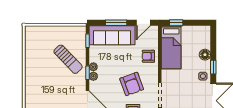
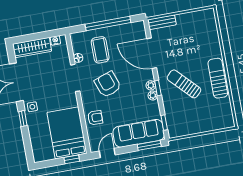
window: (116, 23) -> (149, 145), moved
bed: (171, 47) -> (67, 133), width x1.50
floor lamp: (205, 55) -> (34, 130), removed
sun lounger: (68, 59) -> (184, 84), moved
sun lounger: (32, 72) -> (218, 78), added

